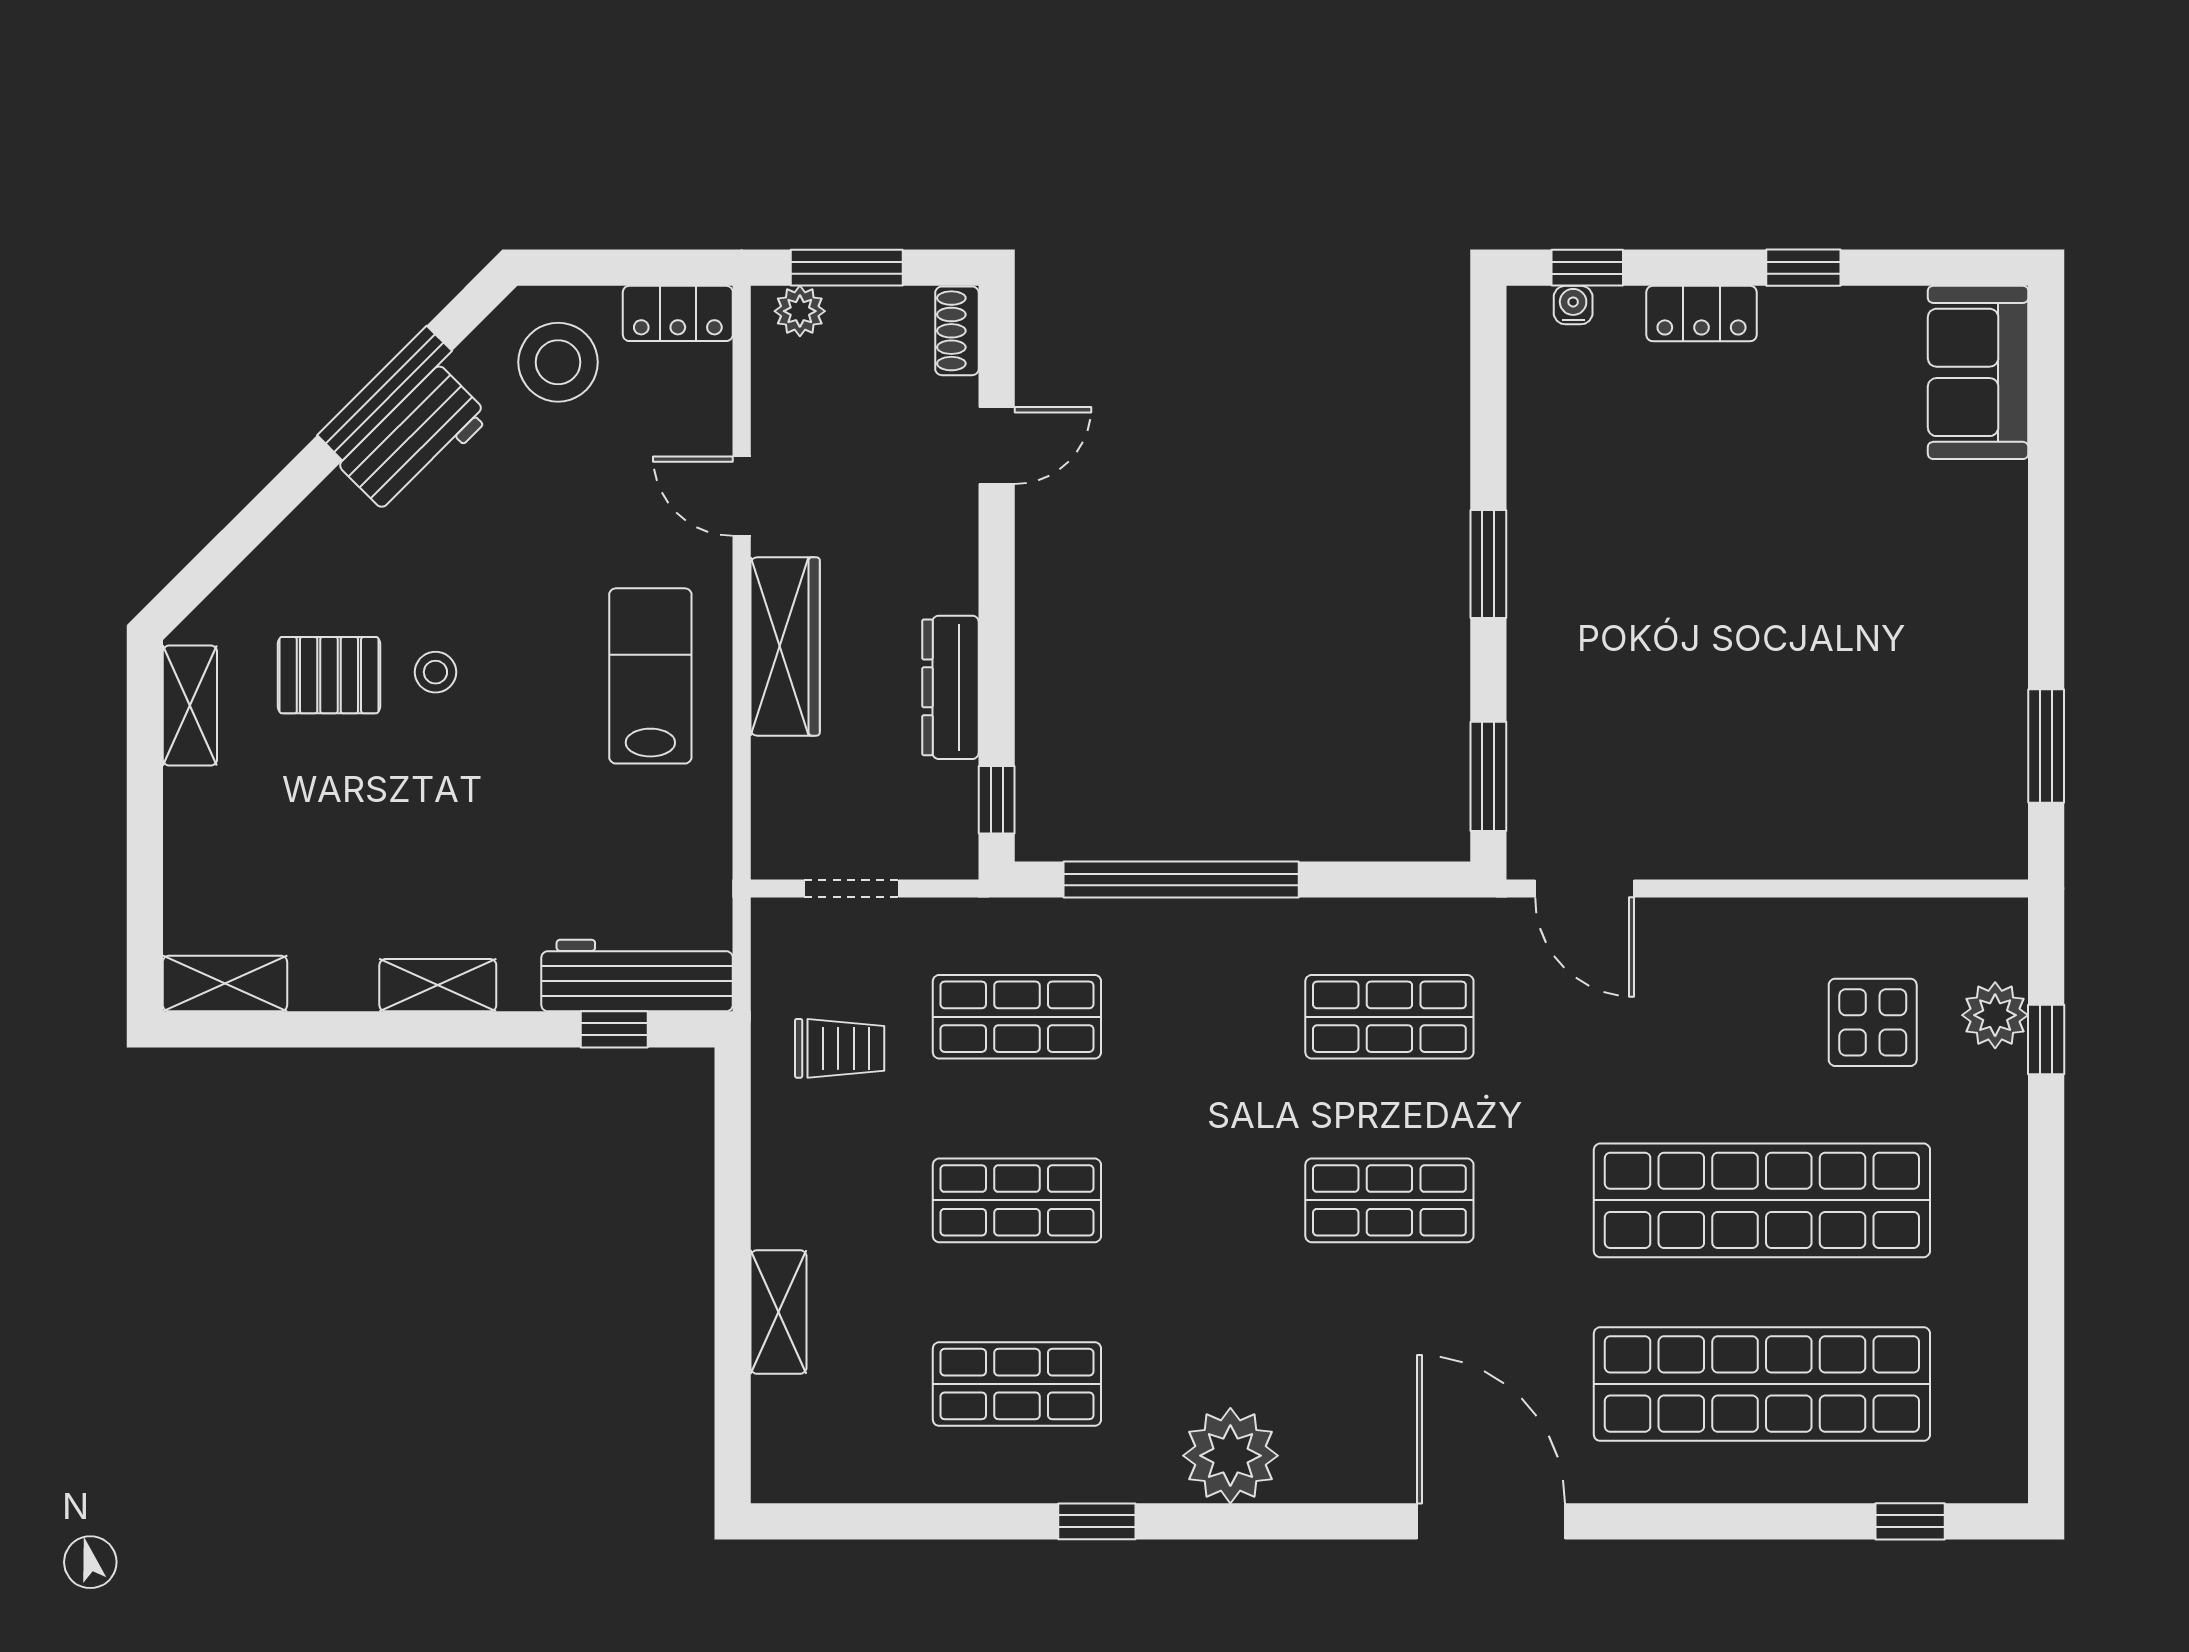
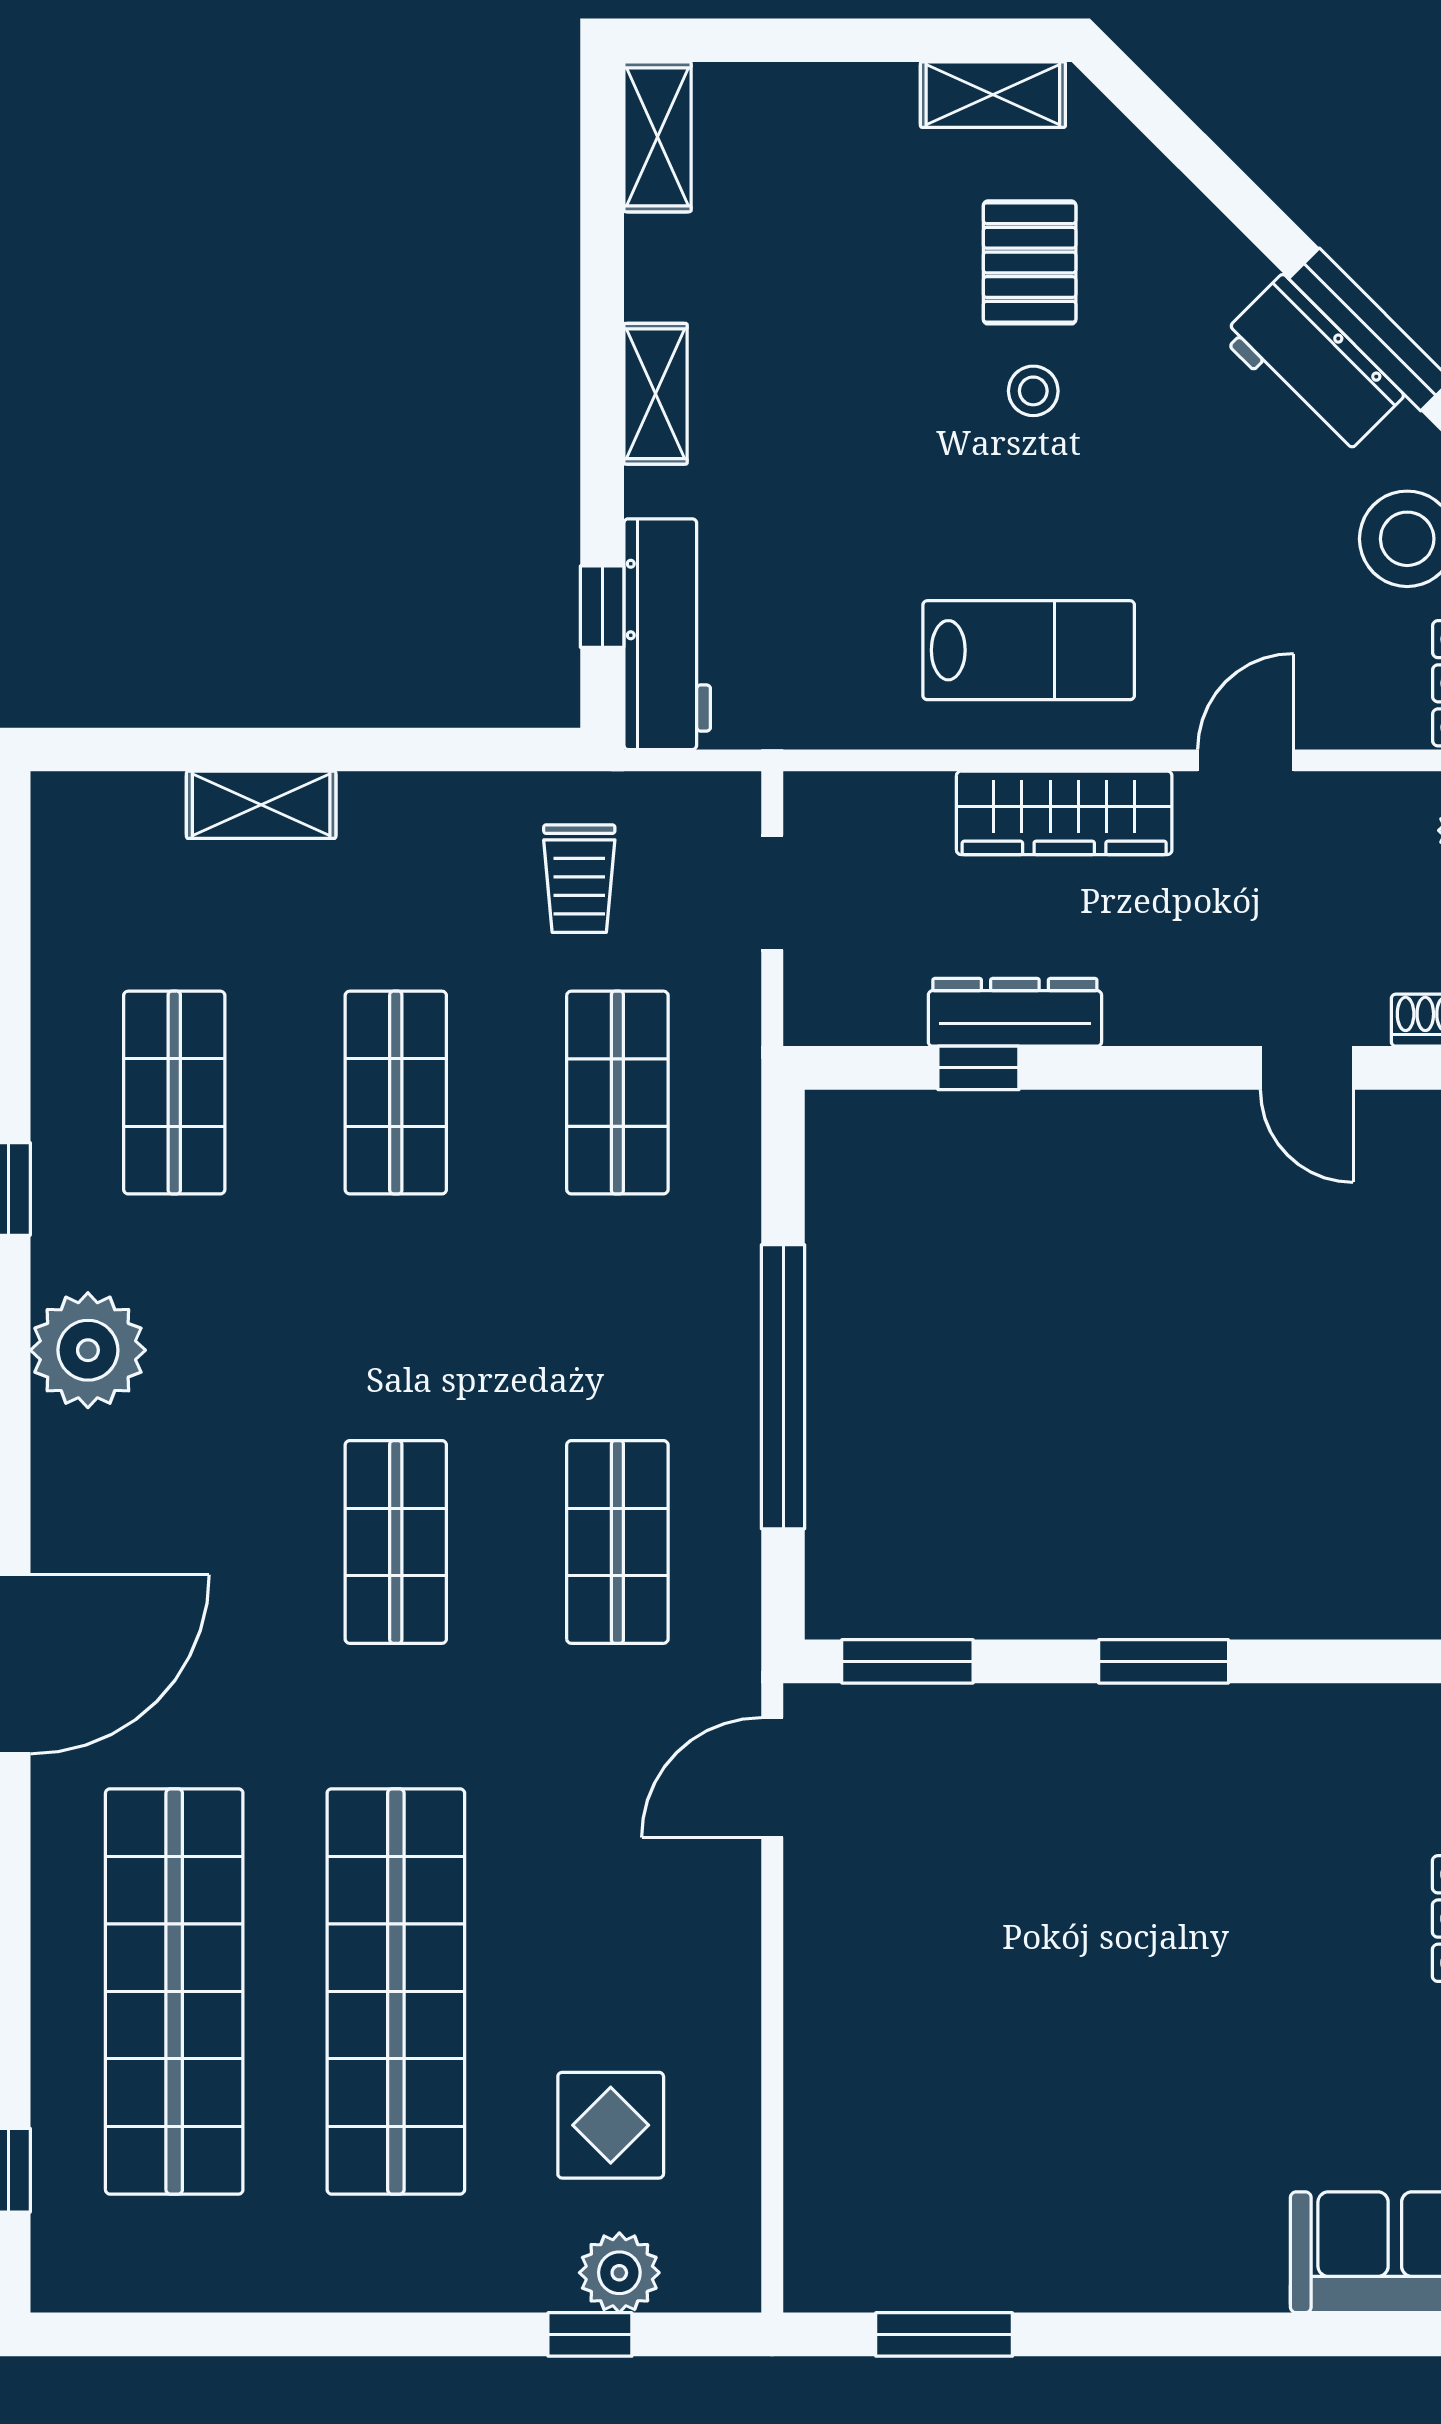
window: (997, 800) -> (978, 1068), moved
window: (1181, 880) -> (783, 1387), moved

